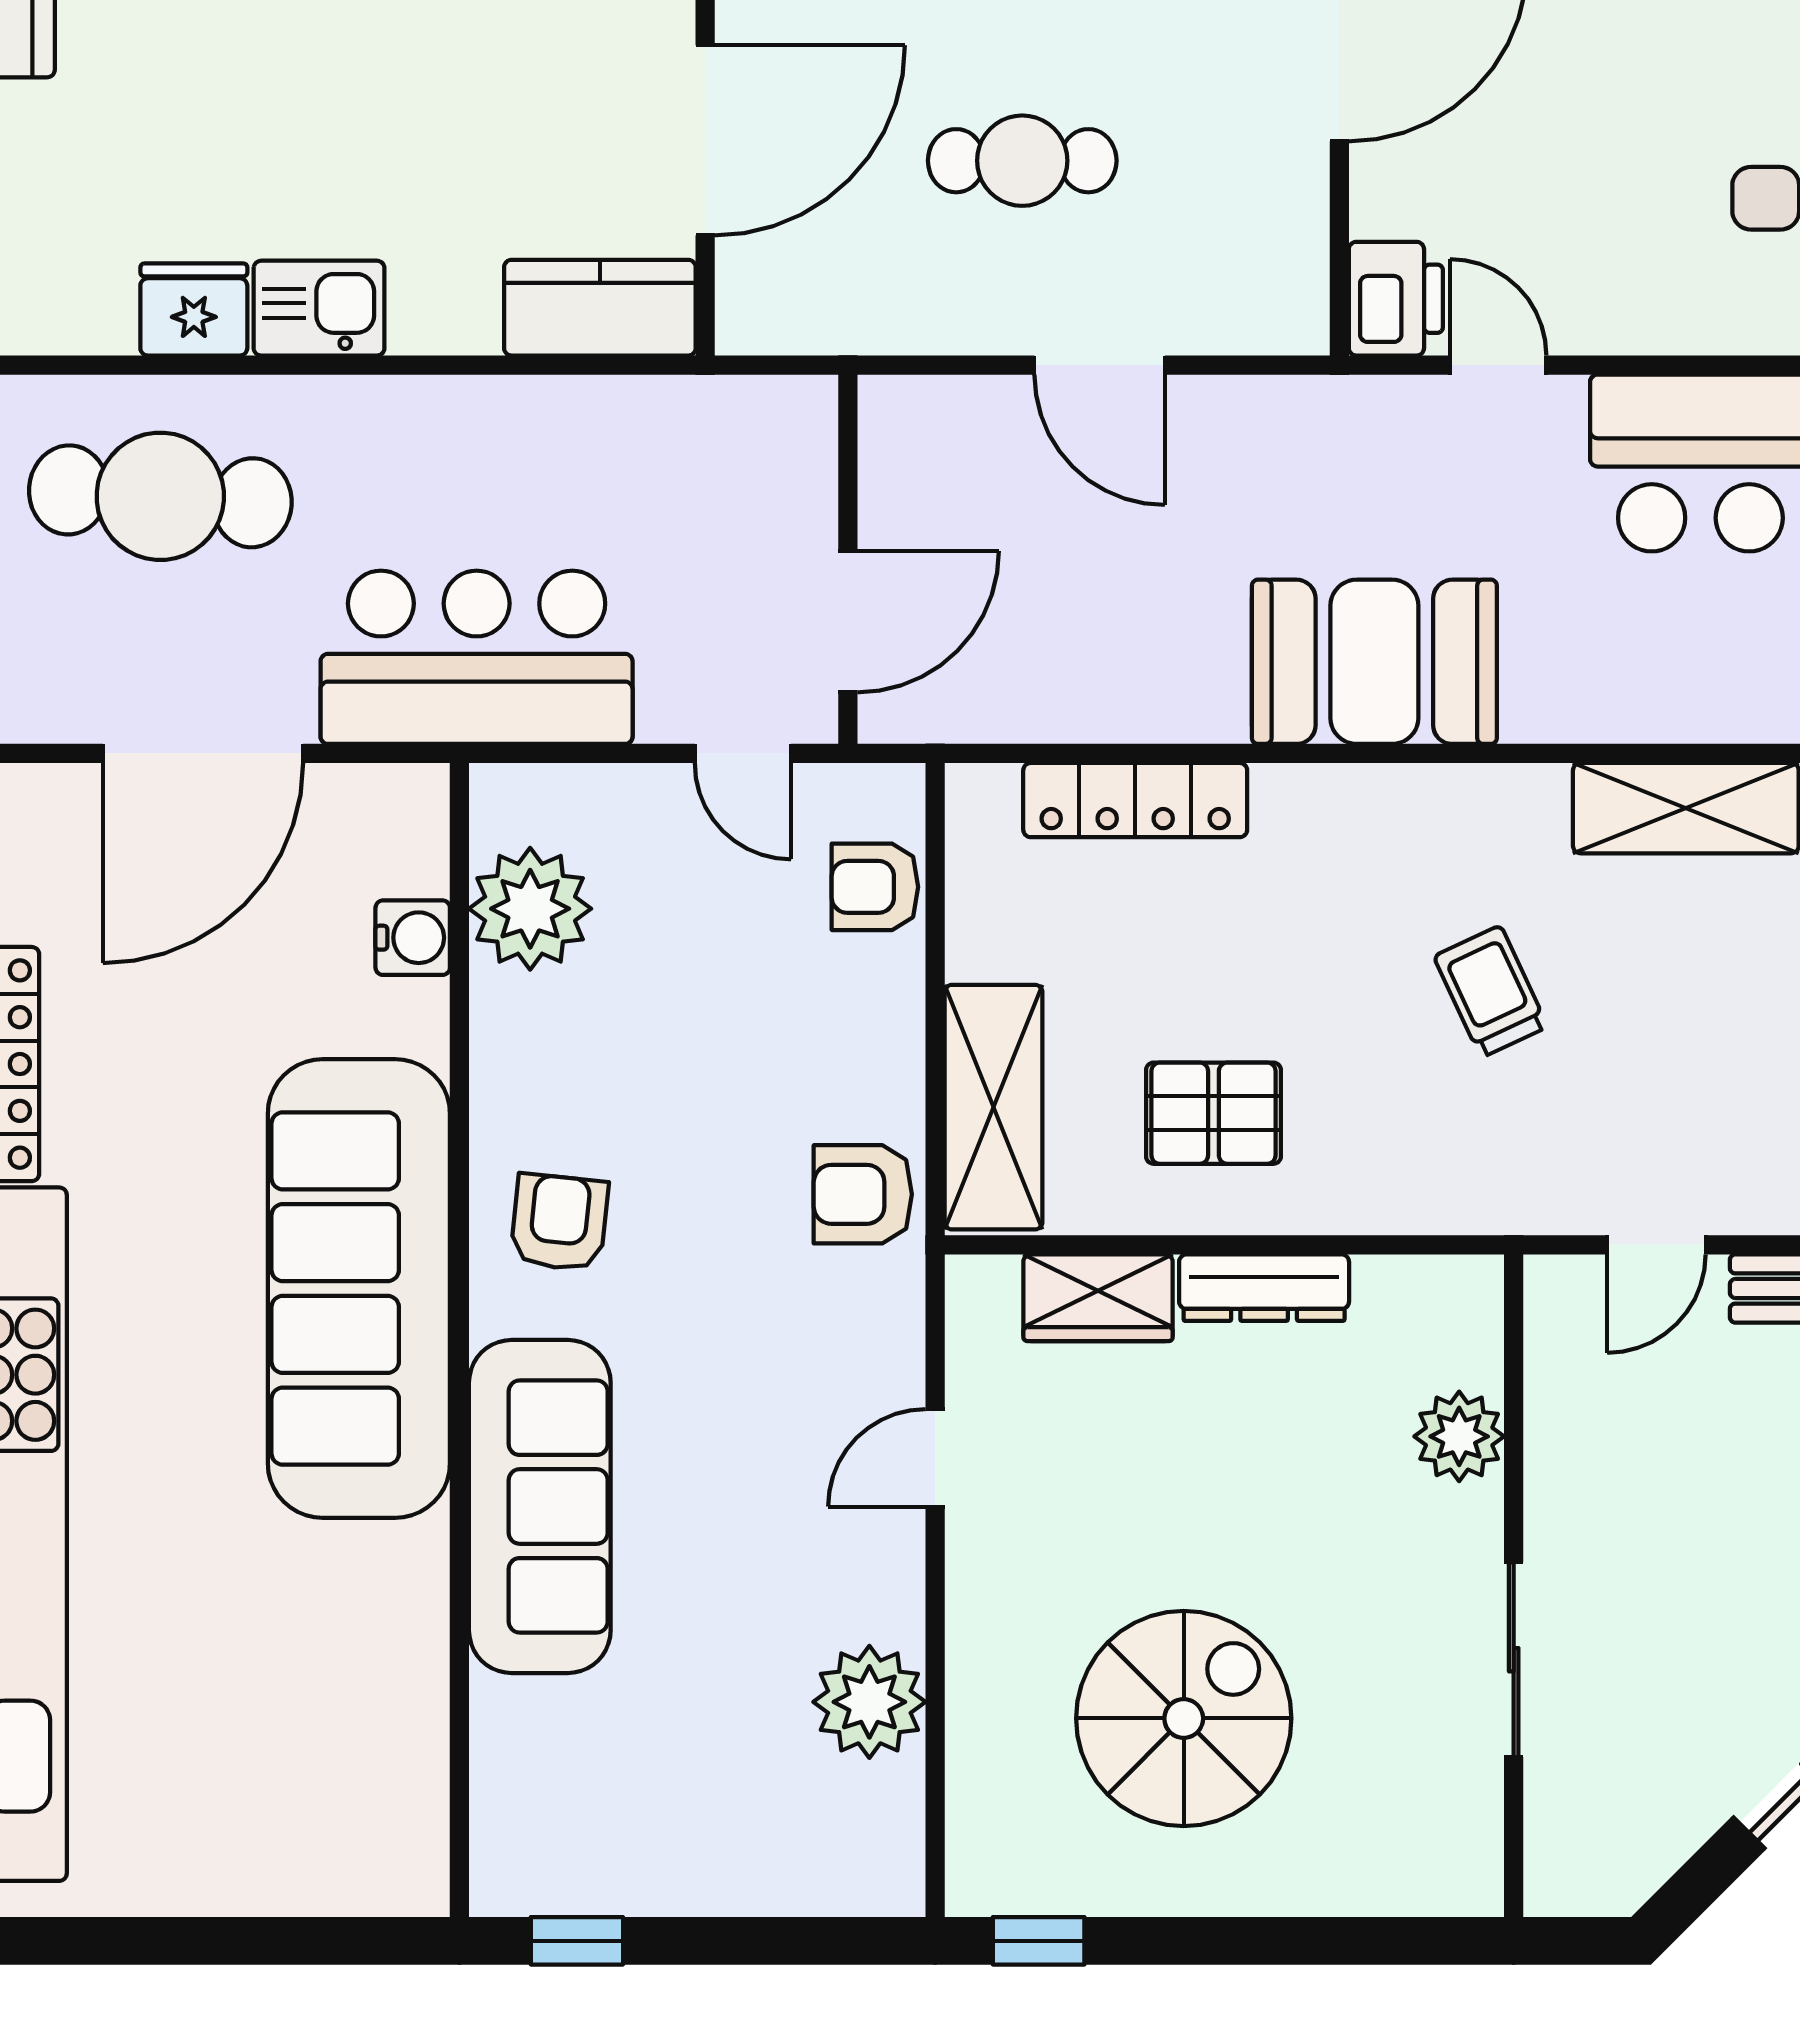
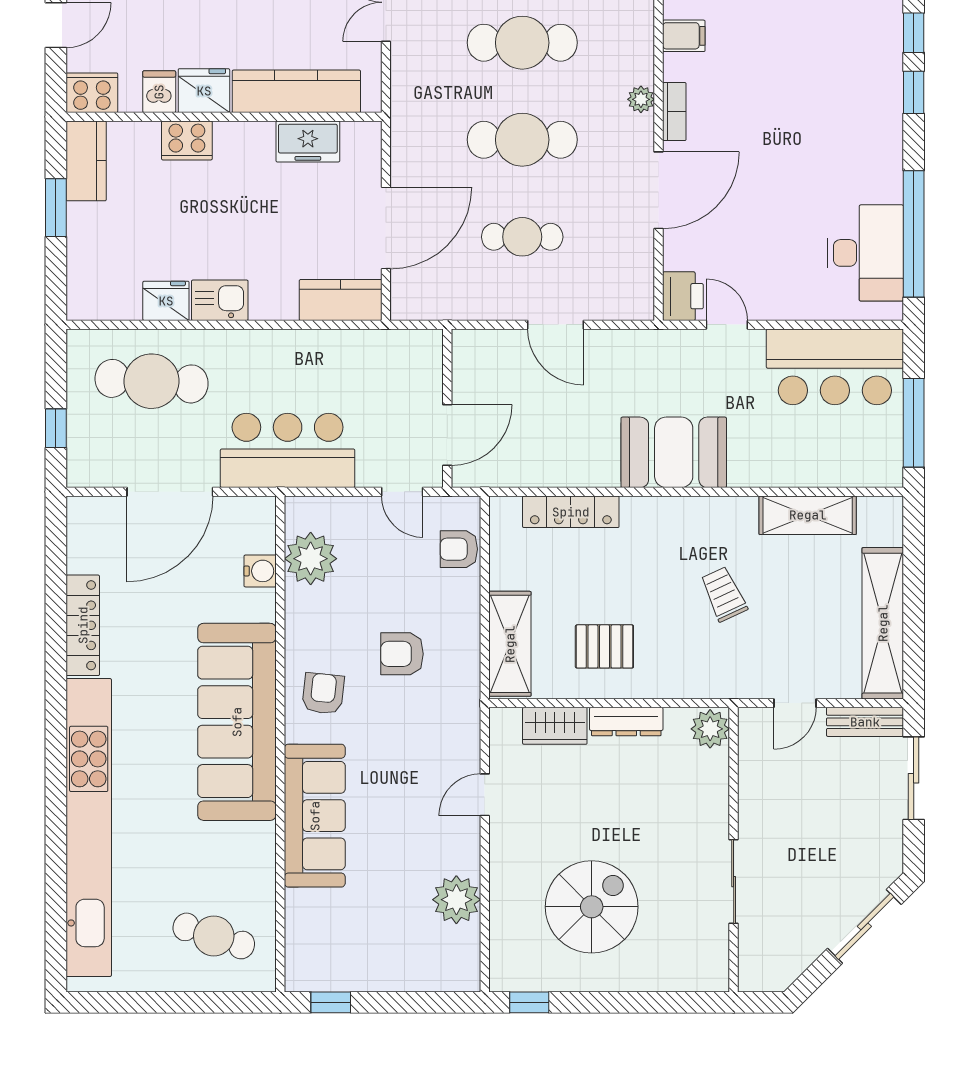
armchair: (863, 1194) -> (402, 654), moved
plant: (1459, 1436) -> (710, 729), moved
cafe table: (305, 1786) -> (214, 936), added

